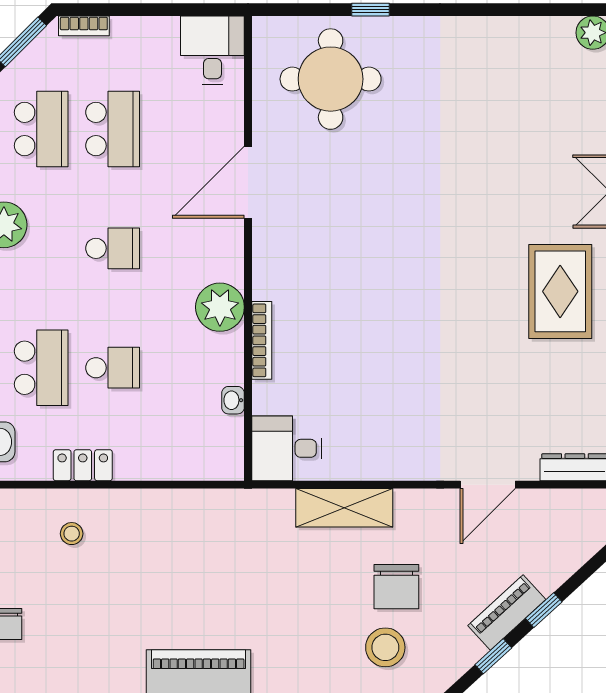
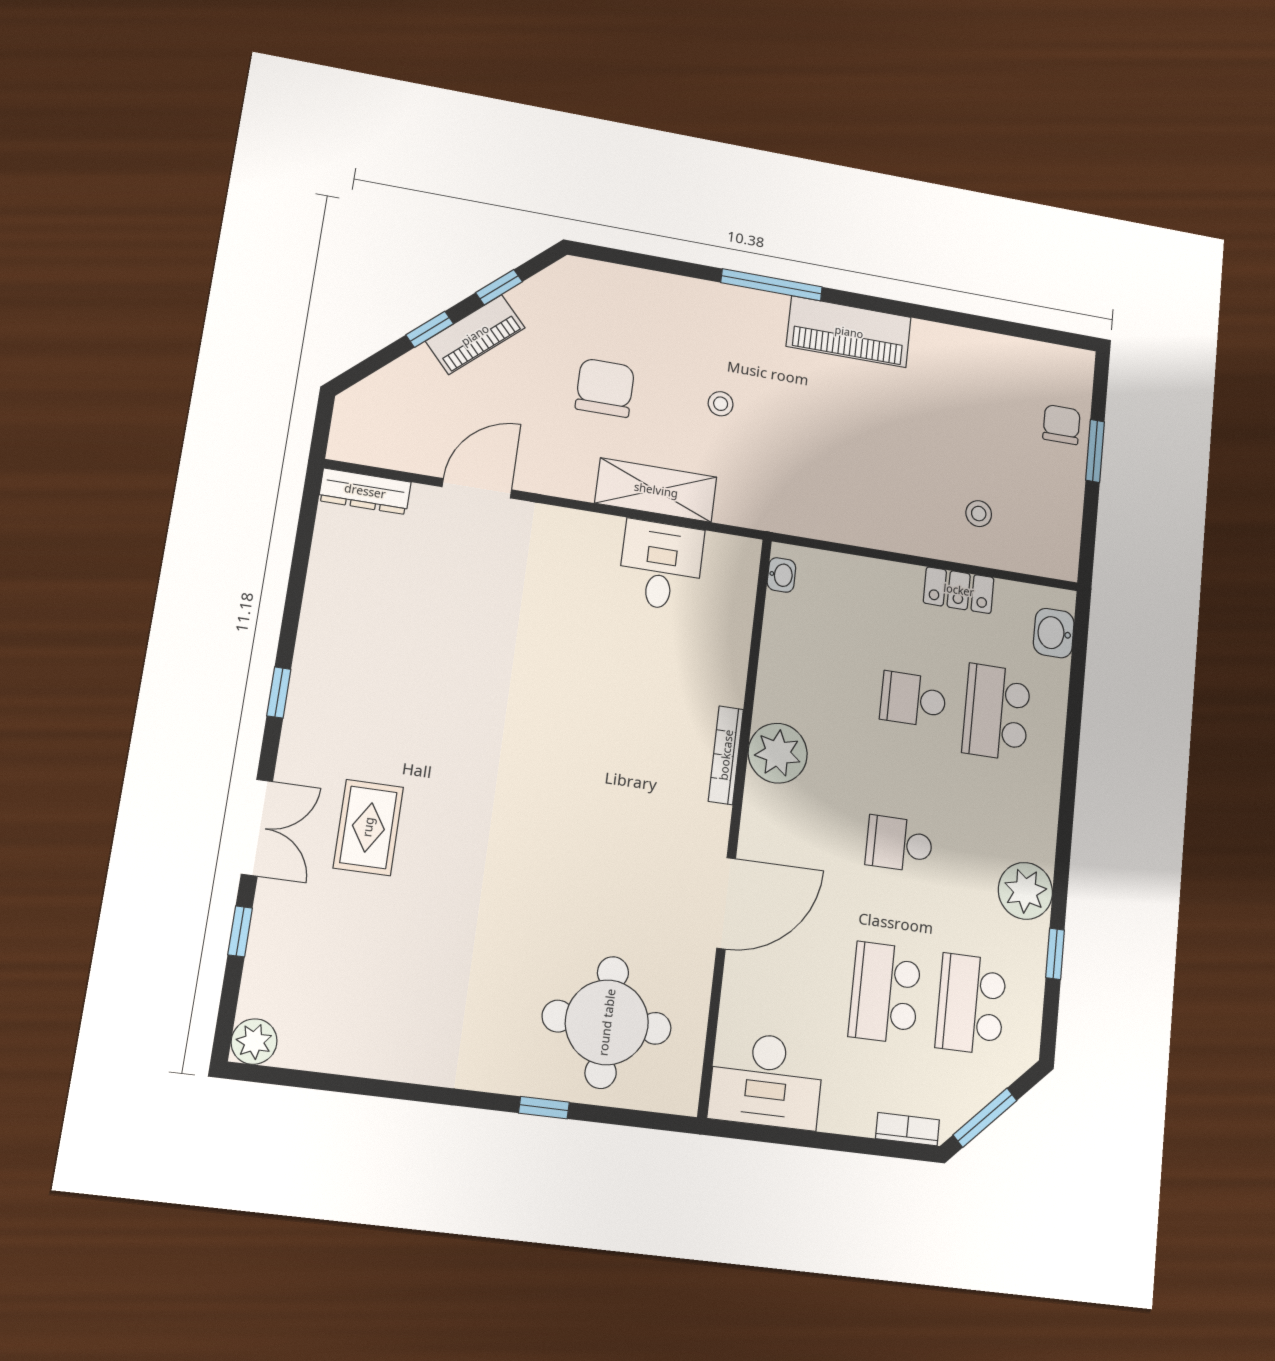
desk: (212, 50) -> (766, 1080), width x1.37
rug: (560, 291) -> (368, 827), moved, width x0.73, depth x0.70
bookcase: (262, 340) -> (726, 755), moved
washbasin: (233, 400) -> (781, 575), moved
desk: (287, 448) -> (661, 565), moved, turned -90
stool: (385, 647) -> (721, 404), moved, width x0.53, depth x0.53

